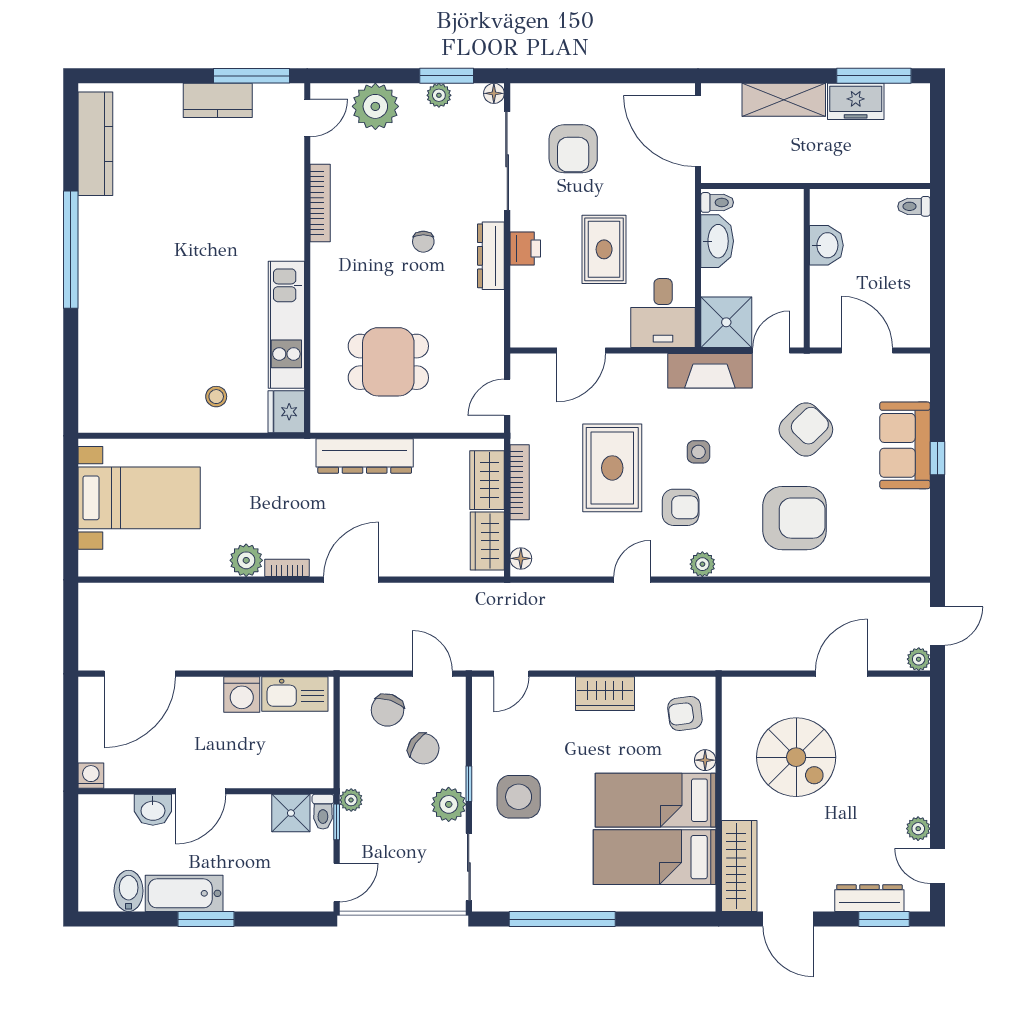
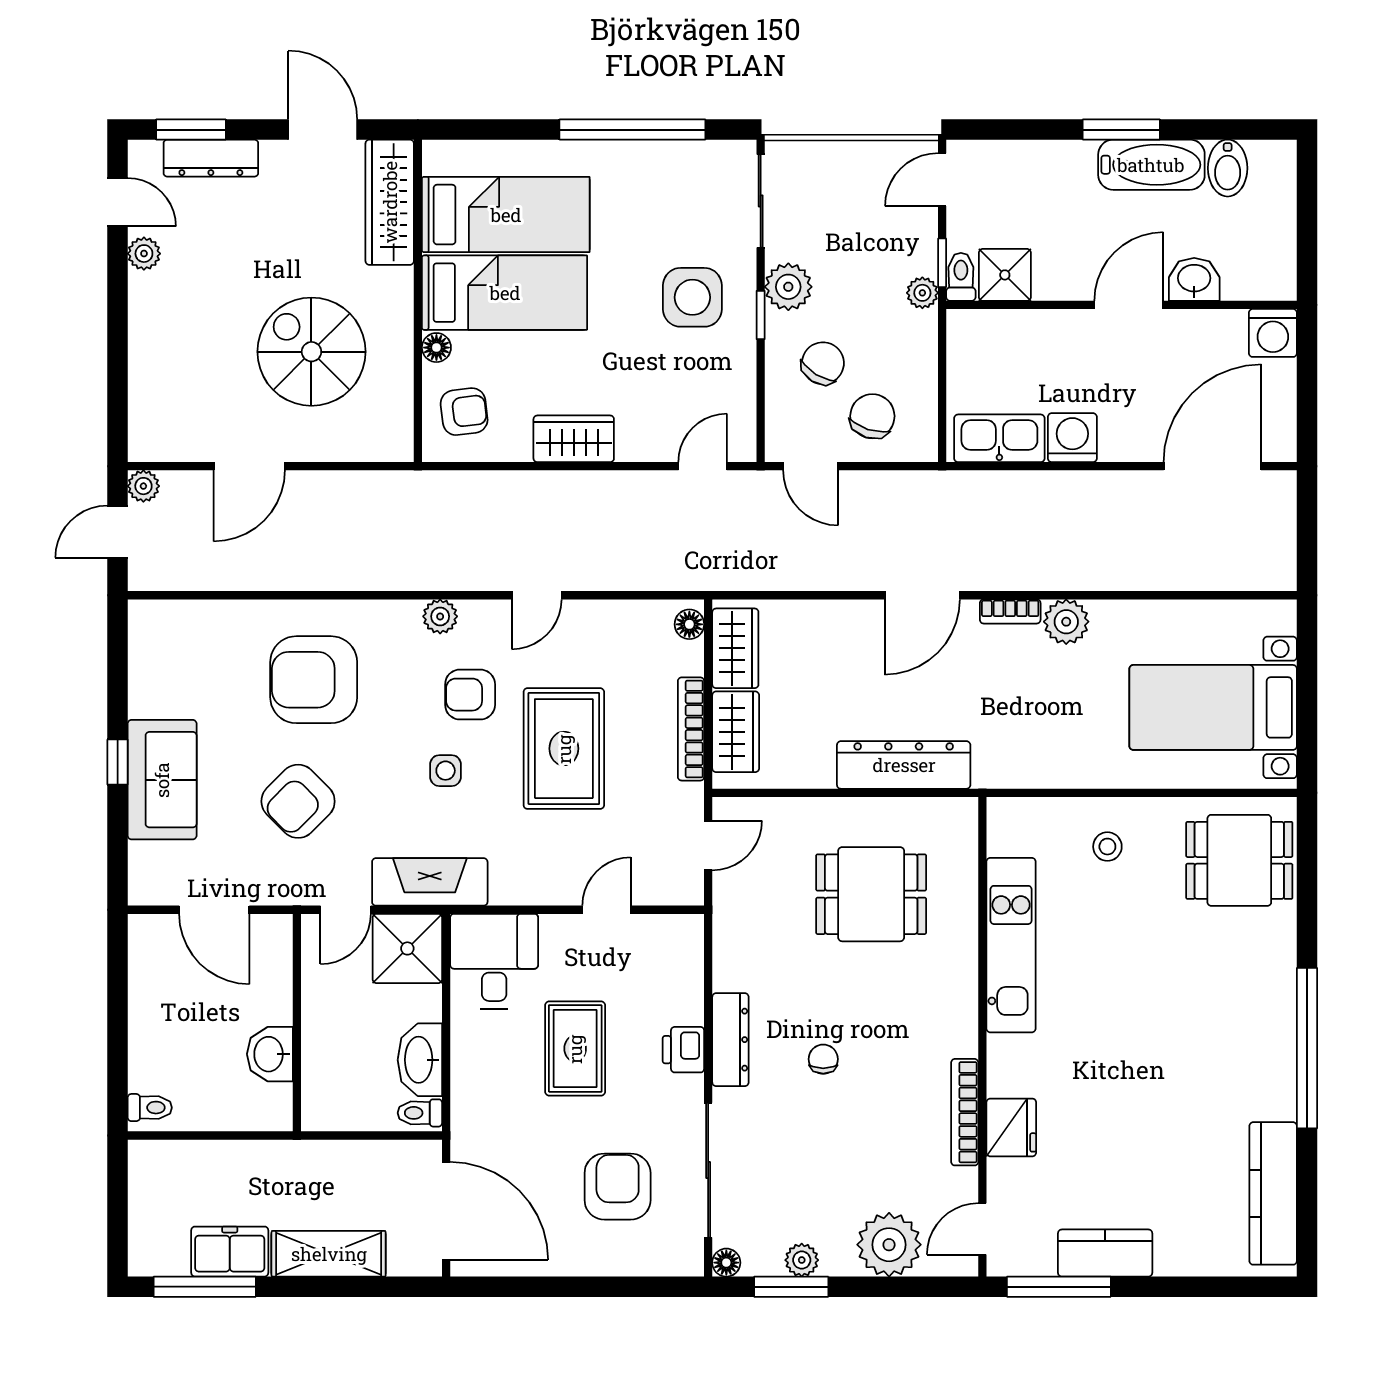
door: (581, 351) -> (606, 910), width x0.73
dining table: (120, 386) -> (1239, 860), added
fridge: (286, 412) -> (1011, 1127), moved
chair: (424, 749) -> (823, 363), turned 88
washing machine: (91, 776) -> (1273, 333), width x1.38, depth x1.38

